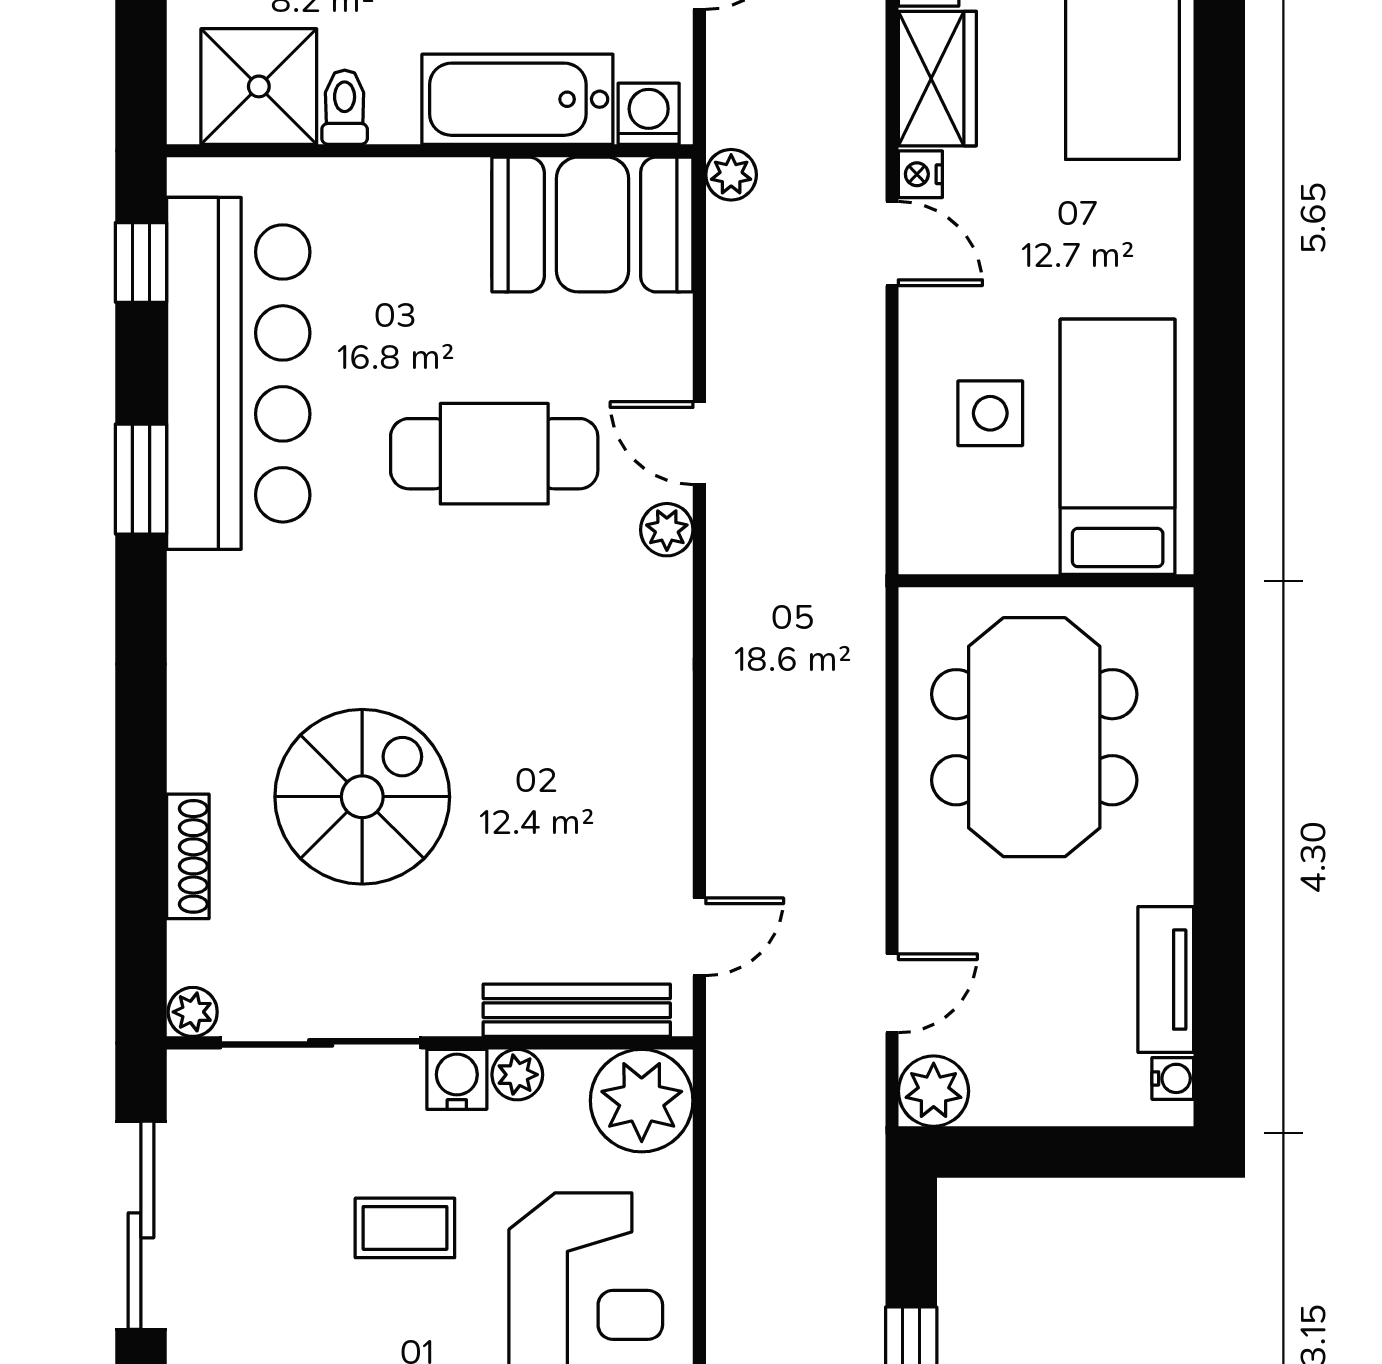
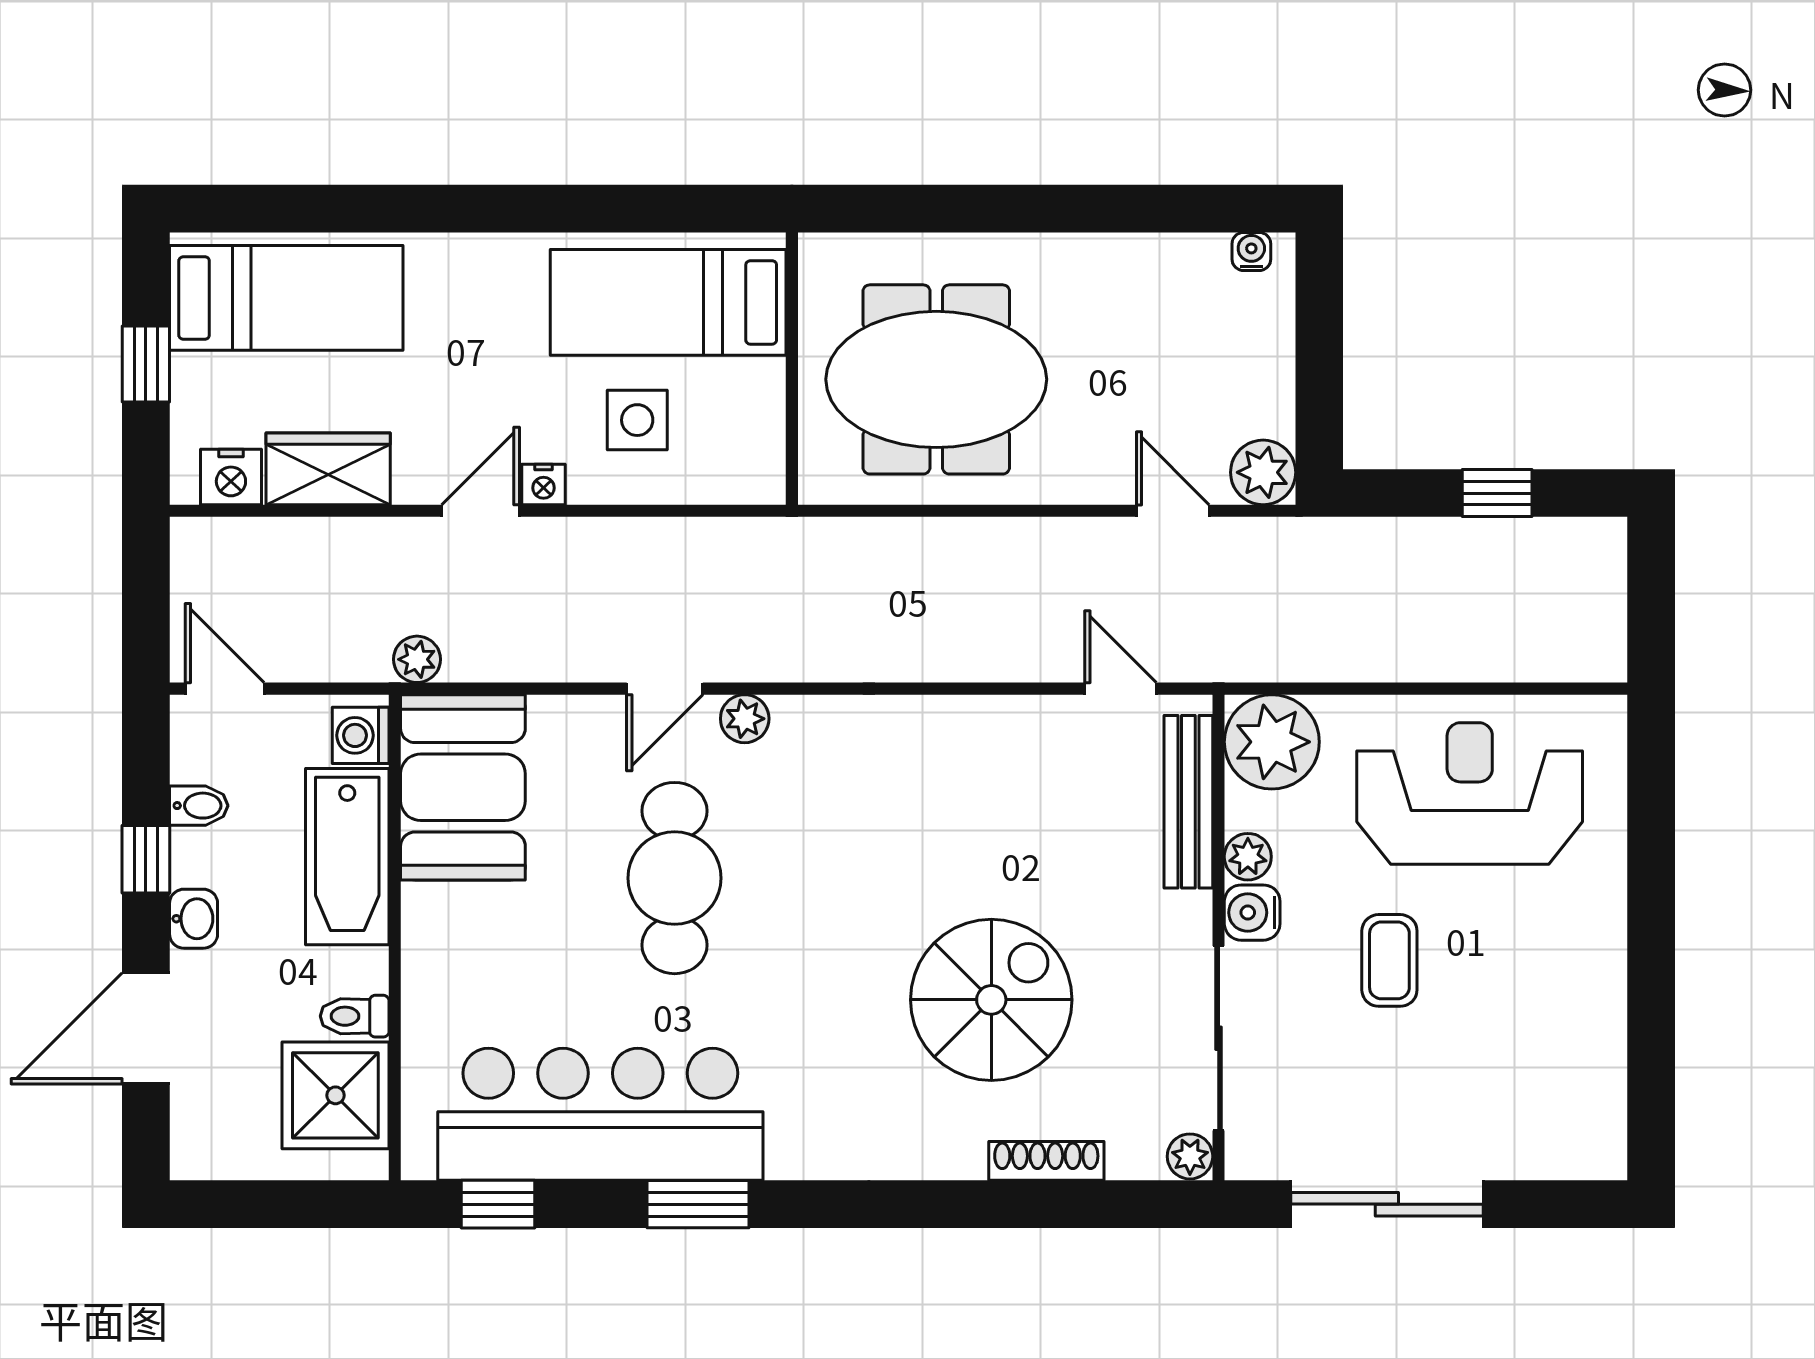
nightstand: (920, 174) -> (544, 485), moved
spiral stairs: (362, 797) -> (991, 1000), turned 90
tv unit: (1166, 980) -> (1160, 258), removed

